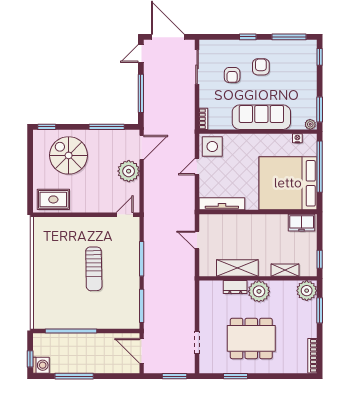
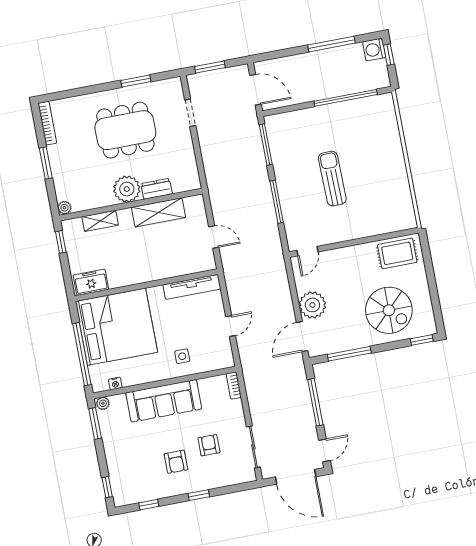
window: (289, 37) -> (149, 505), width x0.46
side table: (212, 147) -> (182, 356), moved, width x0.54, depth x0.54
plant: (307, 291) -> (65, 208), width x0.53, depth x0.53
window: (320, 310) -> (46, 163), moved

